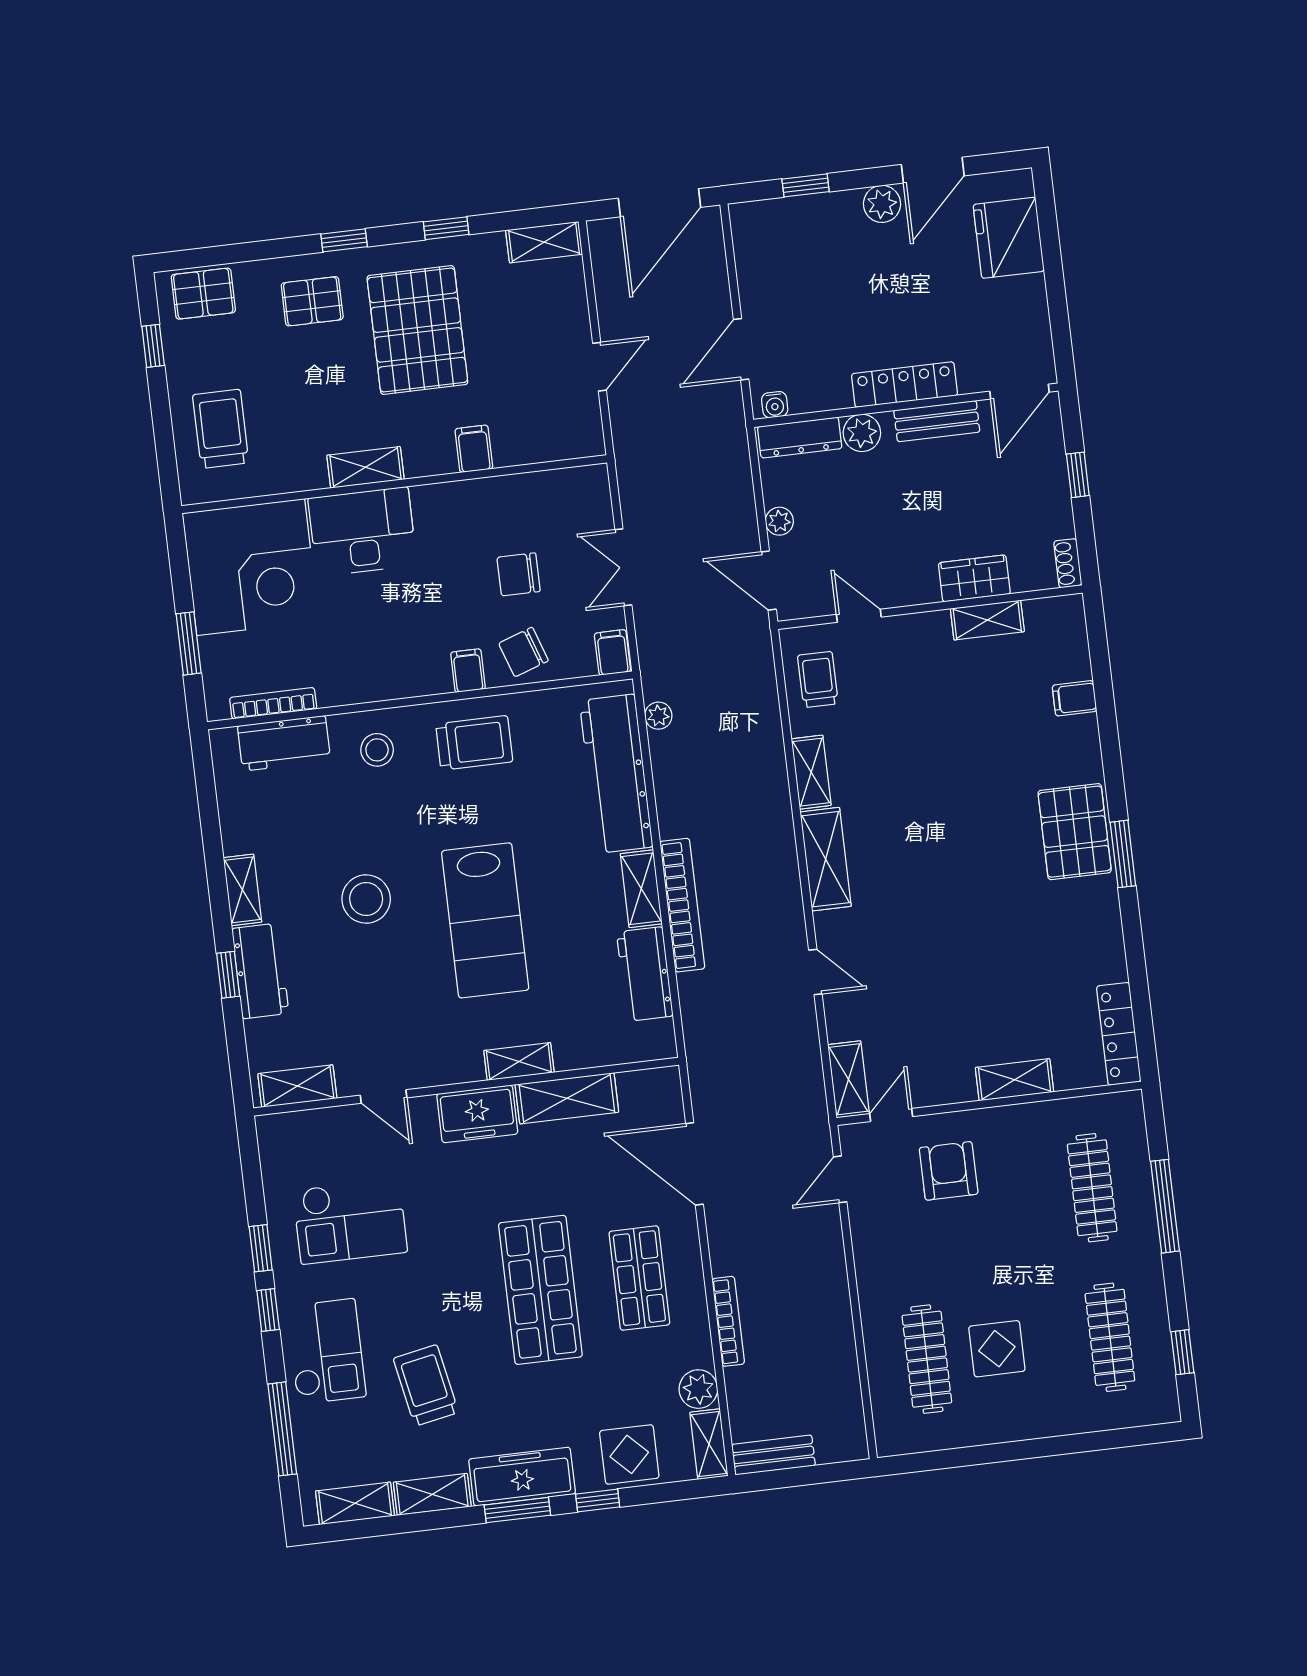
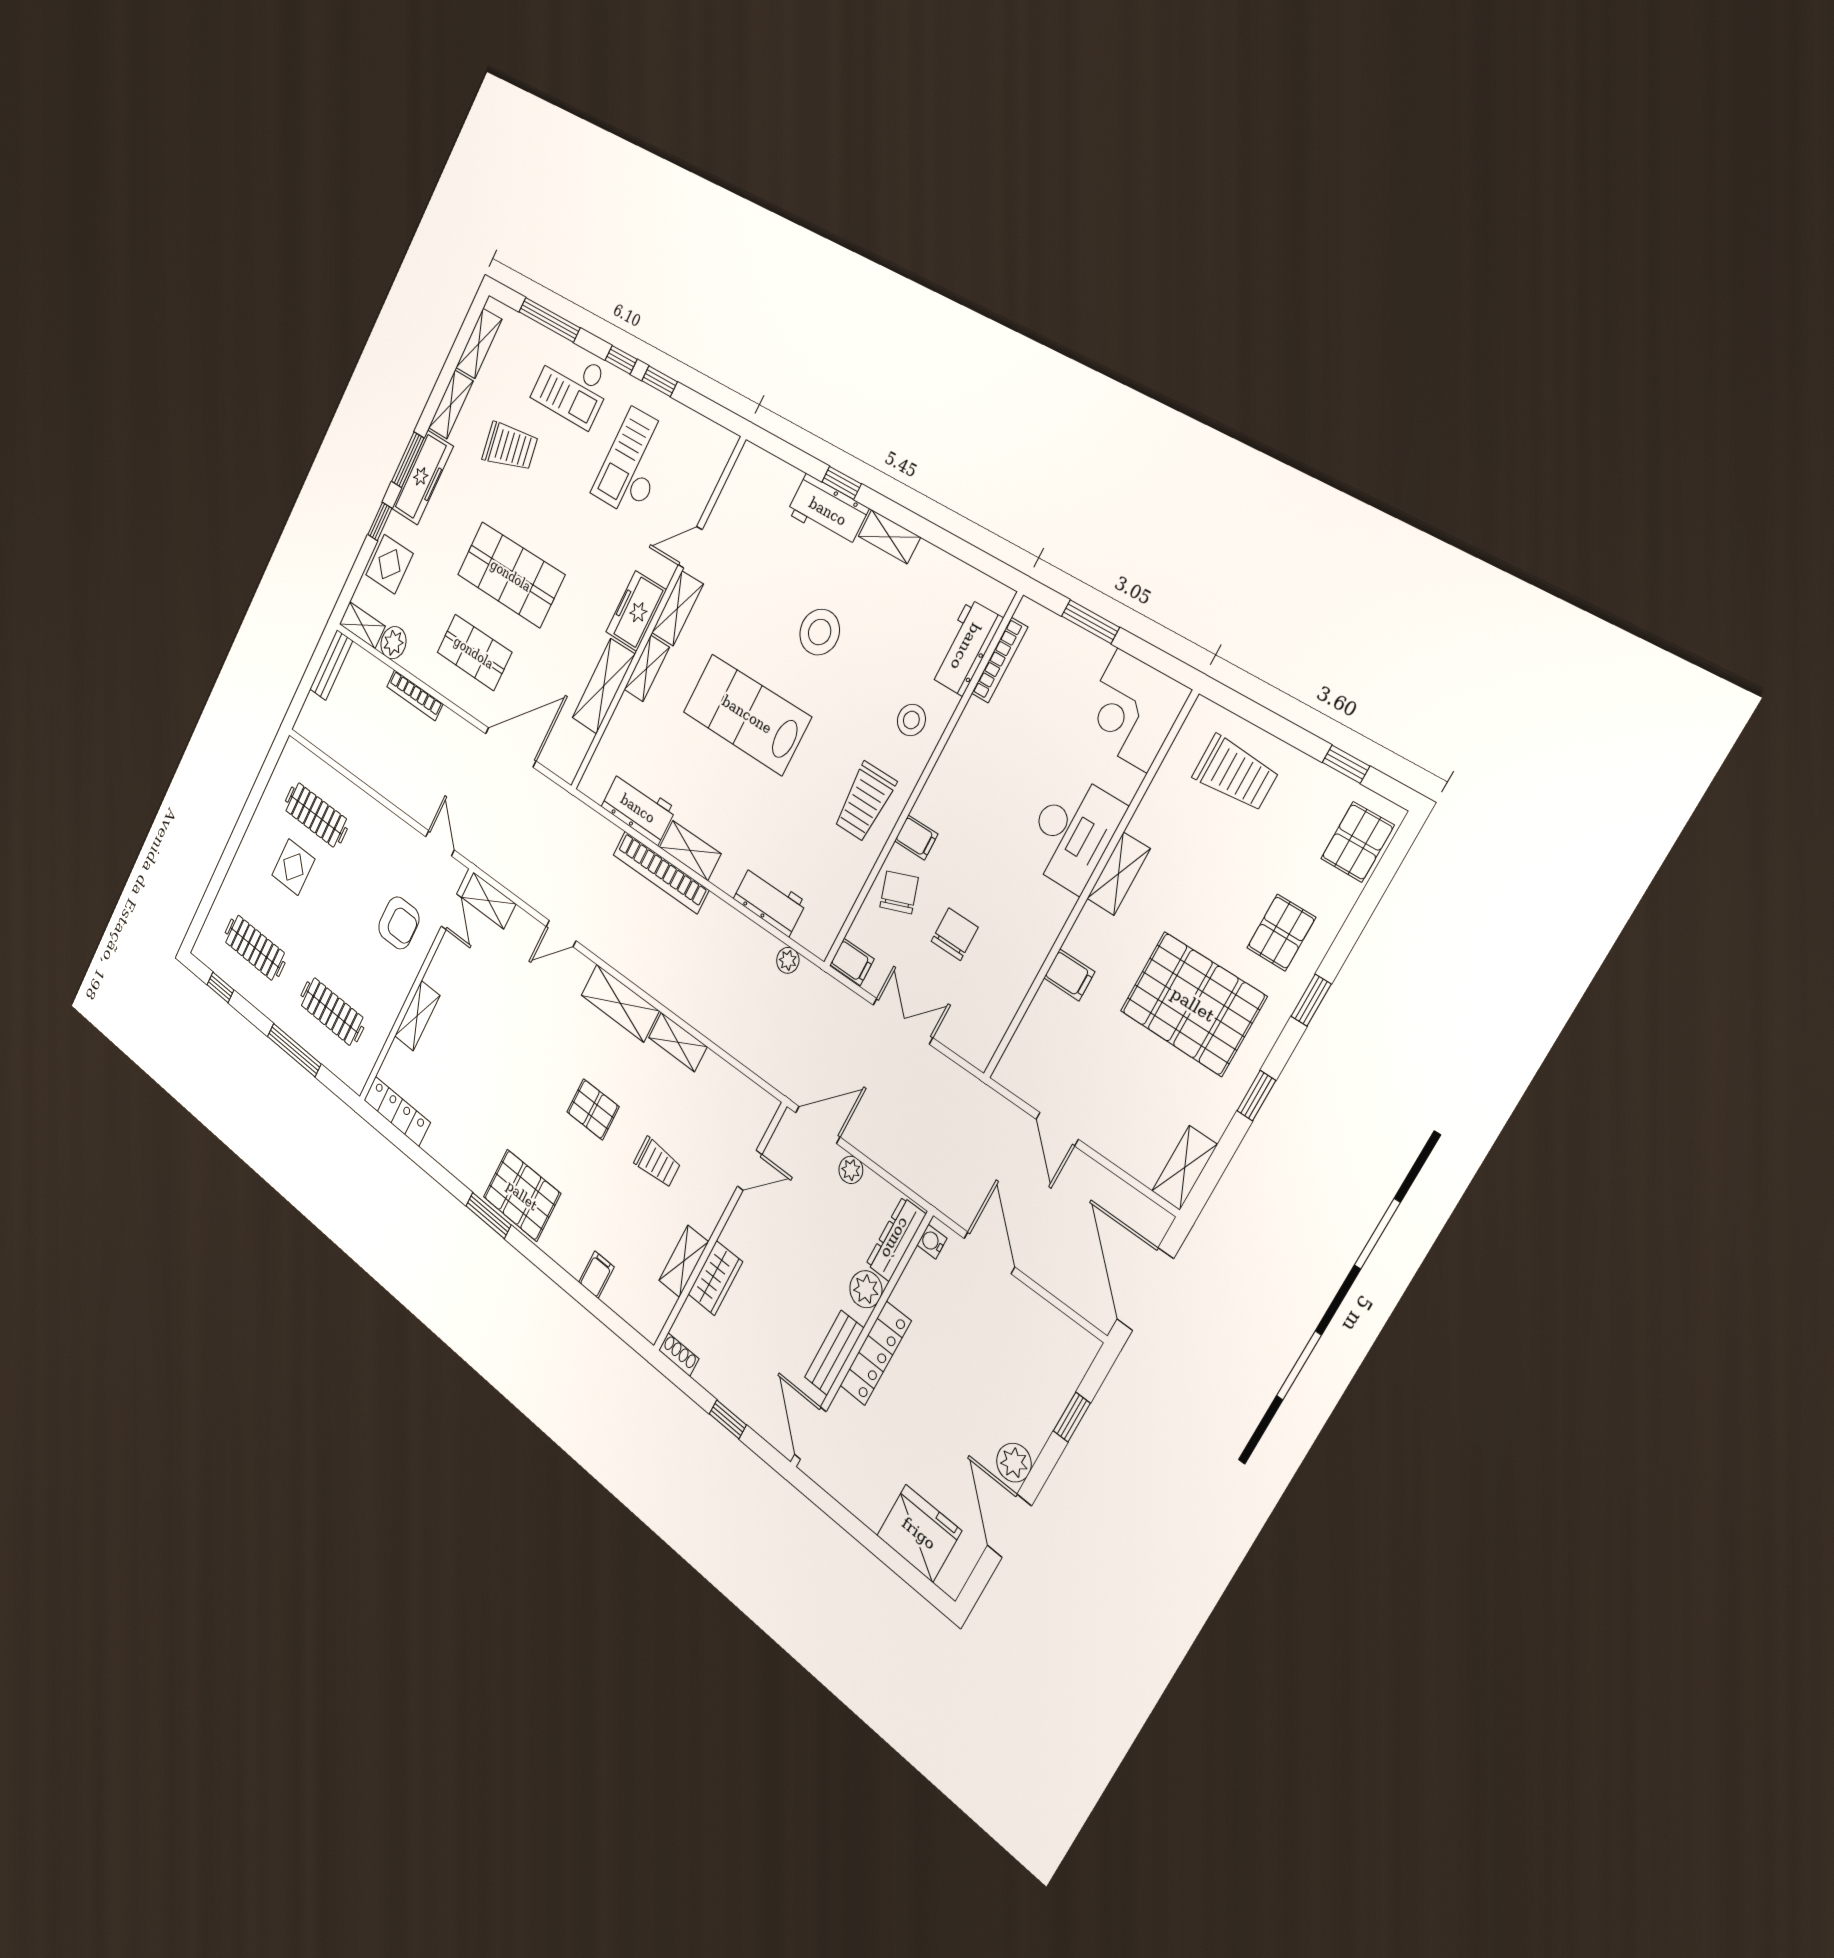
corner desk: (251, 567) -> (1132, 710), width x0.74, depth x0.74
trolley: (818, 679) -> (657, 1162), moved
workbench: (616, 774) -> (770, 901), width x0.53, depth x0.76
pallet: (938, 815) -> (593, 1109), added
shelving: (297, 1086) -> (678, 608), moved

